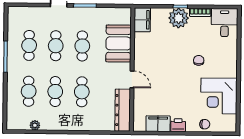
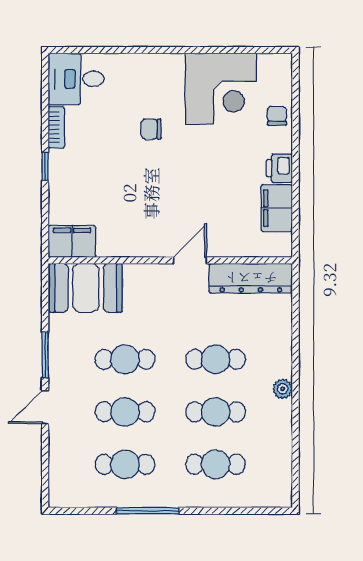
plant: (179, 18) -> (68, 170), removed
booth: (118, 43) -> (86, 288), moved
plant: (35, 125) -> (283, 389), moved

